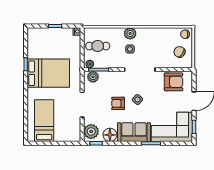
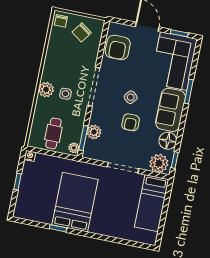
plant: (93, 77) -> (94, 132), moved
armchair: (174, 82) -> (118, 47), turned 180
bed: (44, 121) -> (152, 203), moved, turned -90

